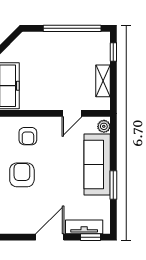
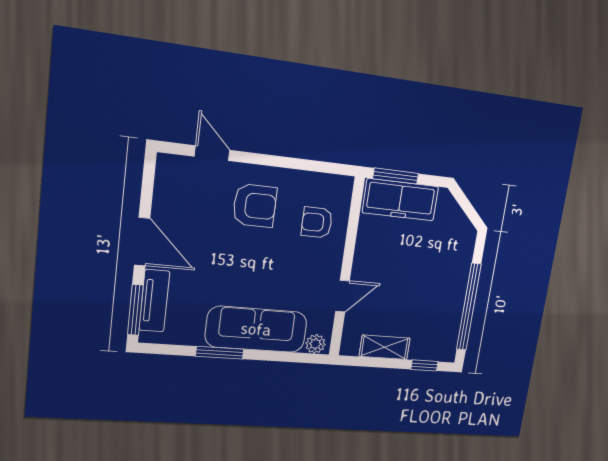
door: (72, 113) -> (342, 296), swing flipped
window: (91, 237) -> (135, 310), width x1.50

